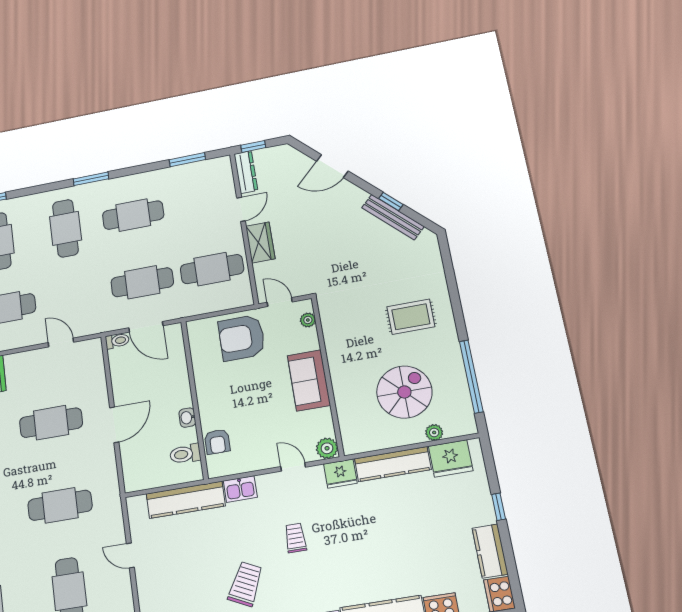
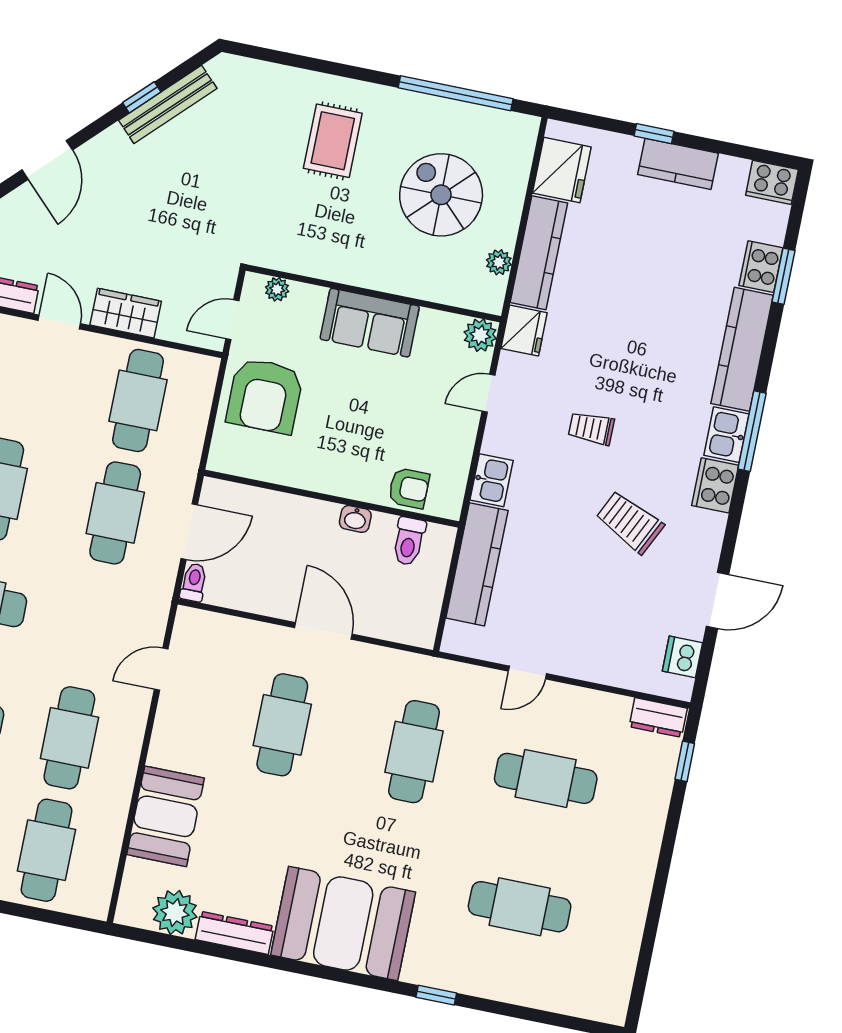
plant: (434, 432) -> (499, 262), moved
kitchen counter: (490, 551) -> (678, 164), moved

